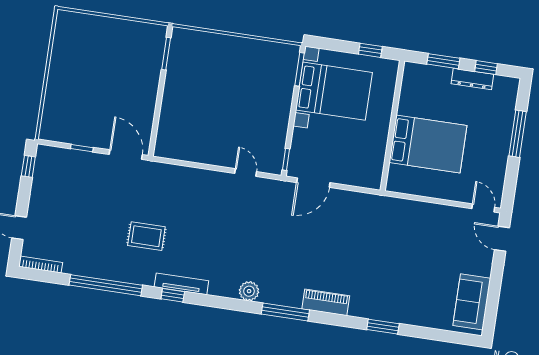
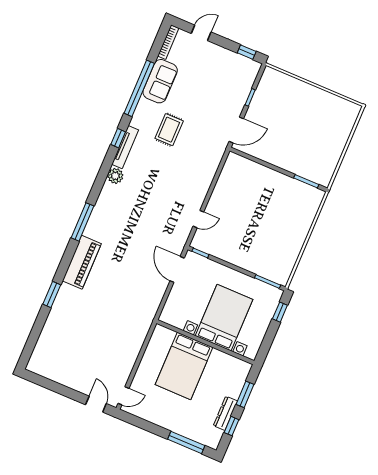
window: (370, 50) -> (280, 312), moved
bed with nightstands: (334, 91) -> (224, 318), moved, turned 180
window: (518, 134) -> (186, 442), moved
door: (502, 239) -> (96, 404), hinge flipped
plant: (249, 291) -> (115, 176), moved
piano: (326, 302) -> (82, 262), width x1.37, depth x1.33
sofa: (472, 302) -> (160, 81), moved, turned 90

